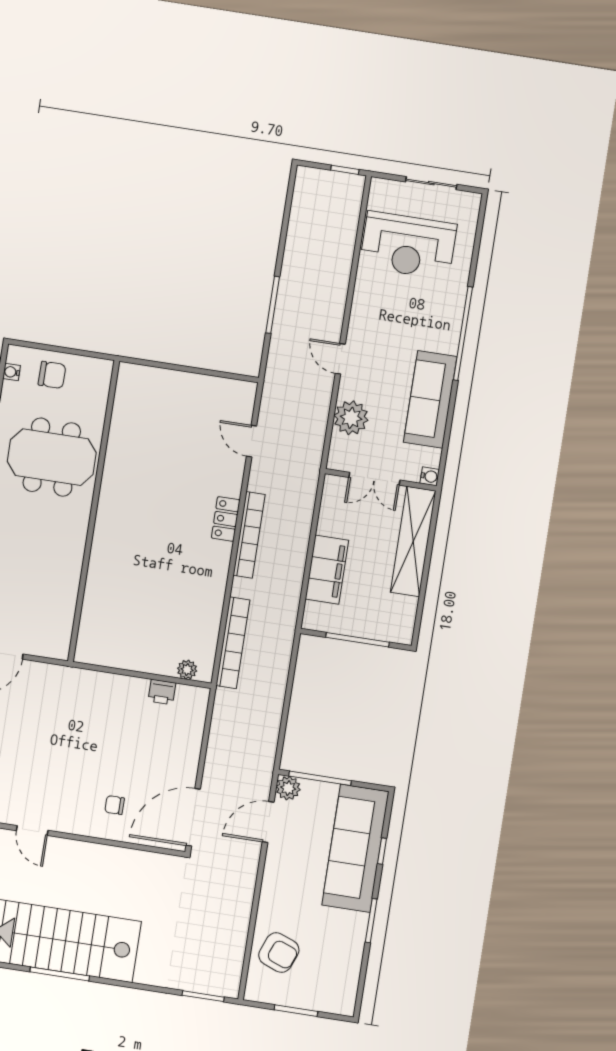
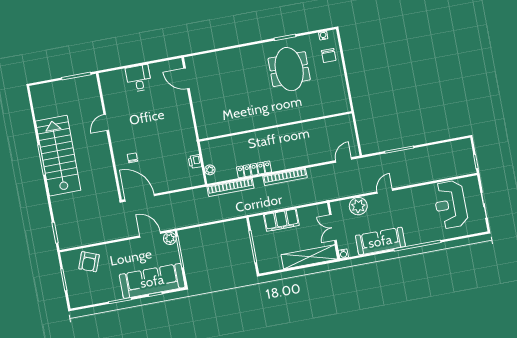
door: (251, 441) -> (344, 160), moved
wall: (94, 511) -> (275, 126), moved
locker: (226, 519) -> (254, 169), moved, width x1.53

